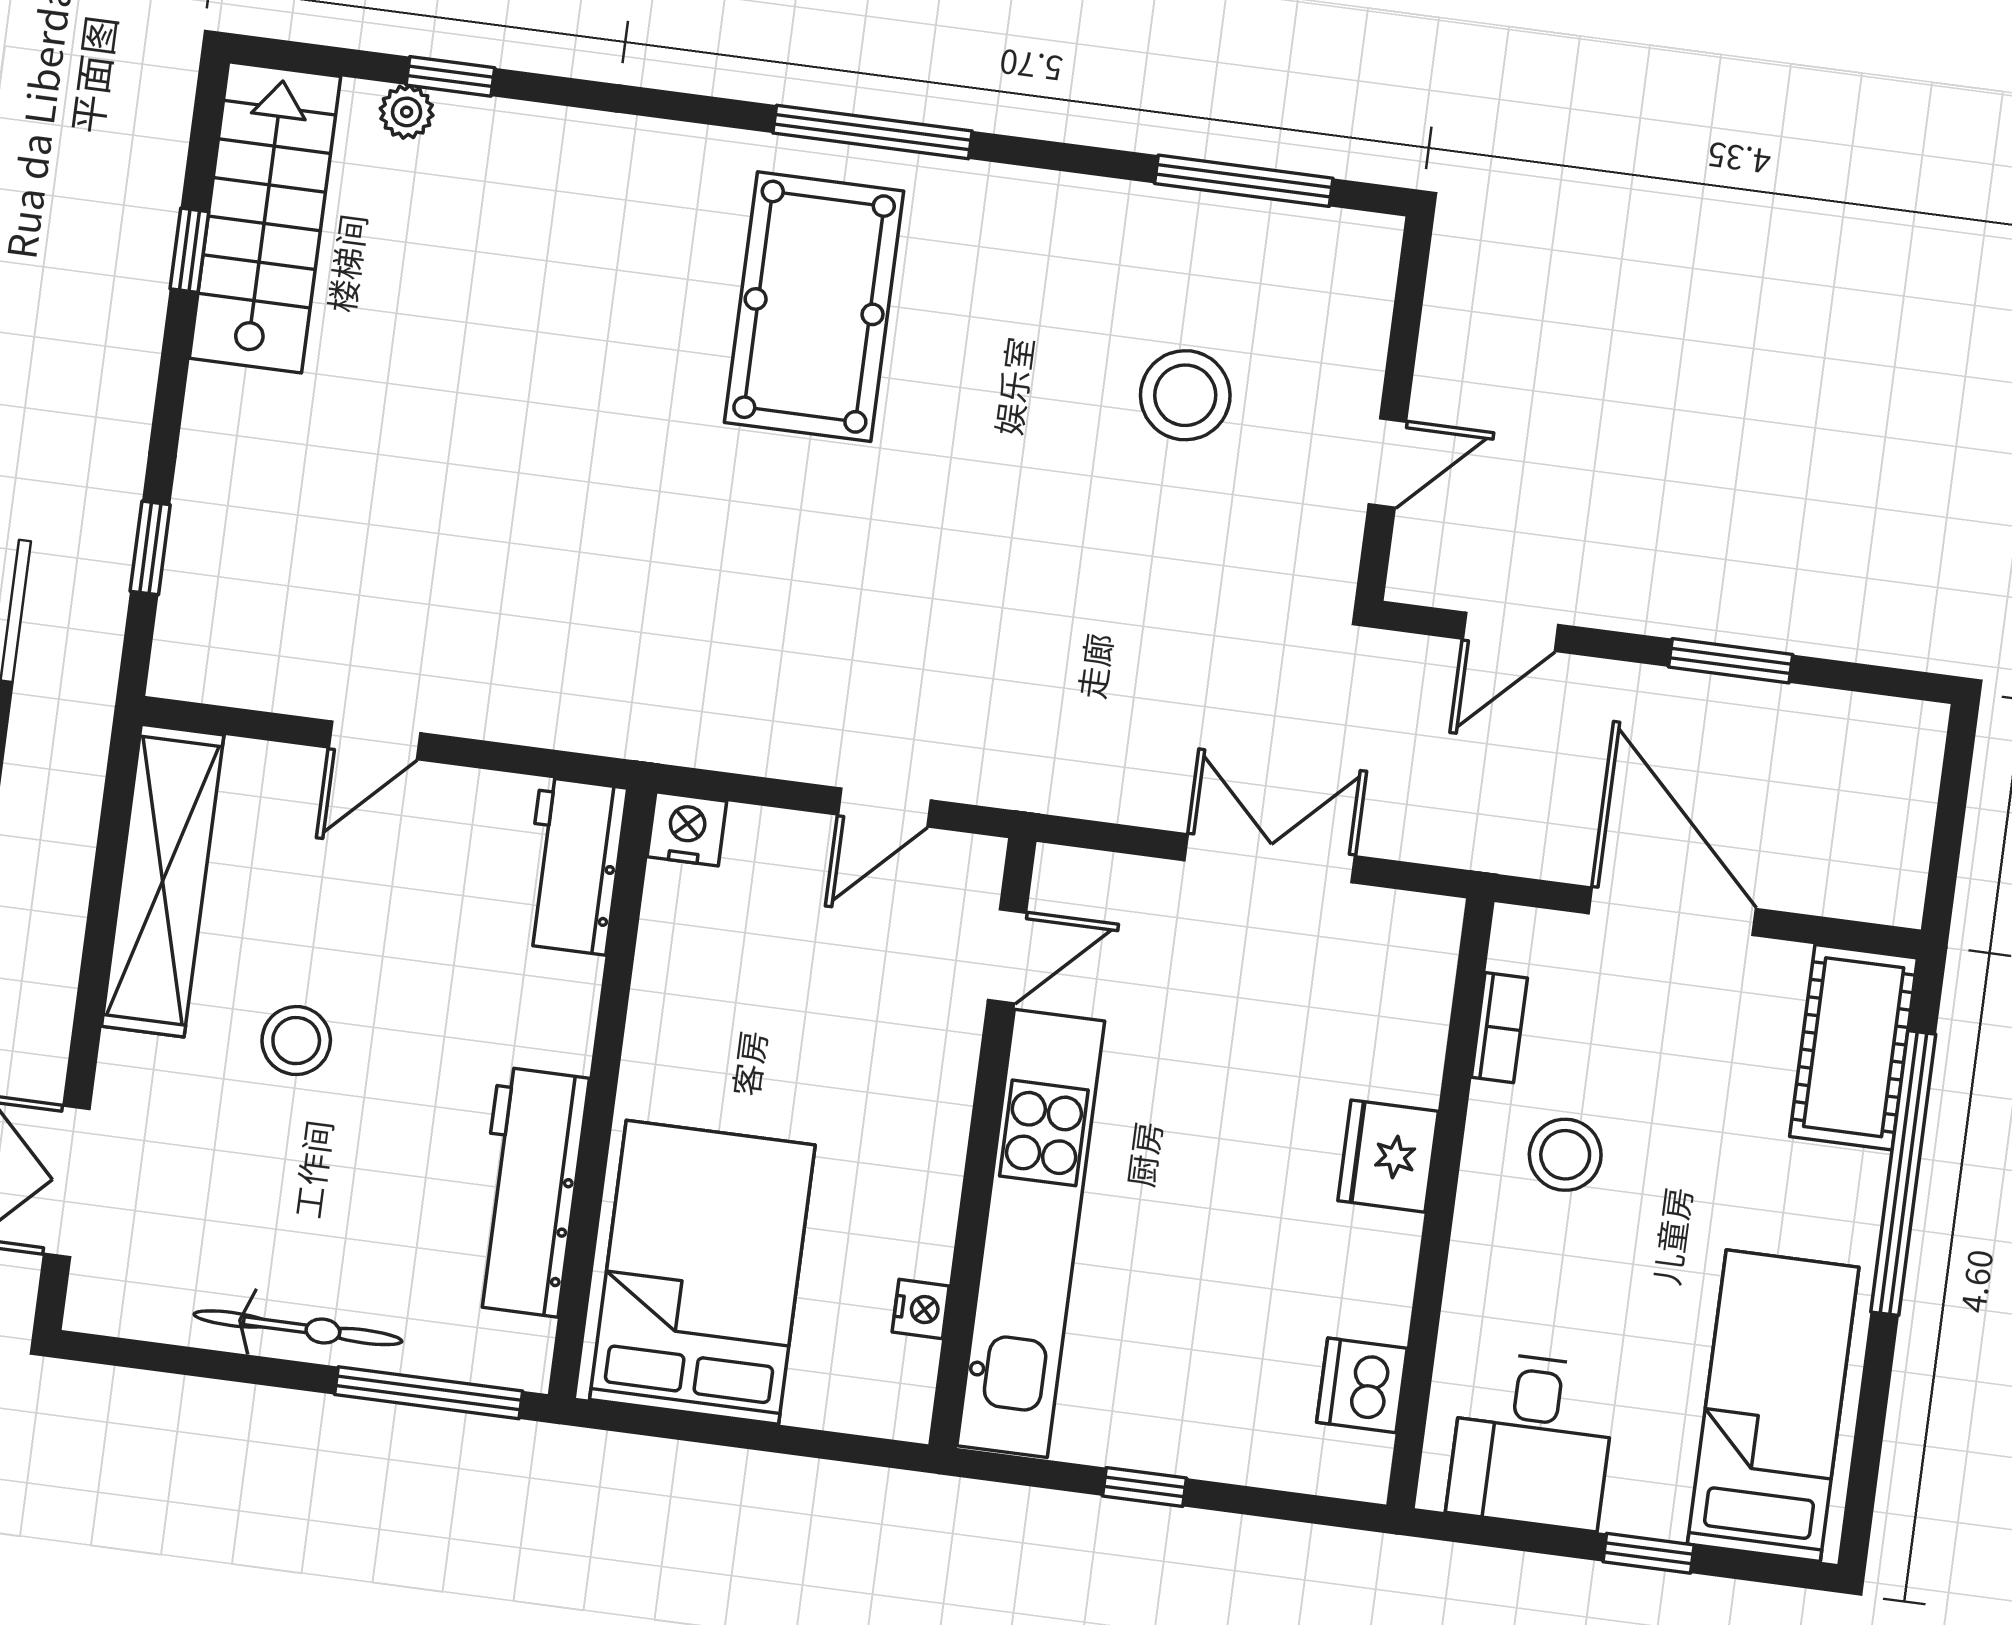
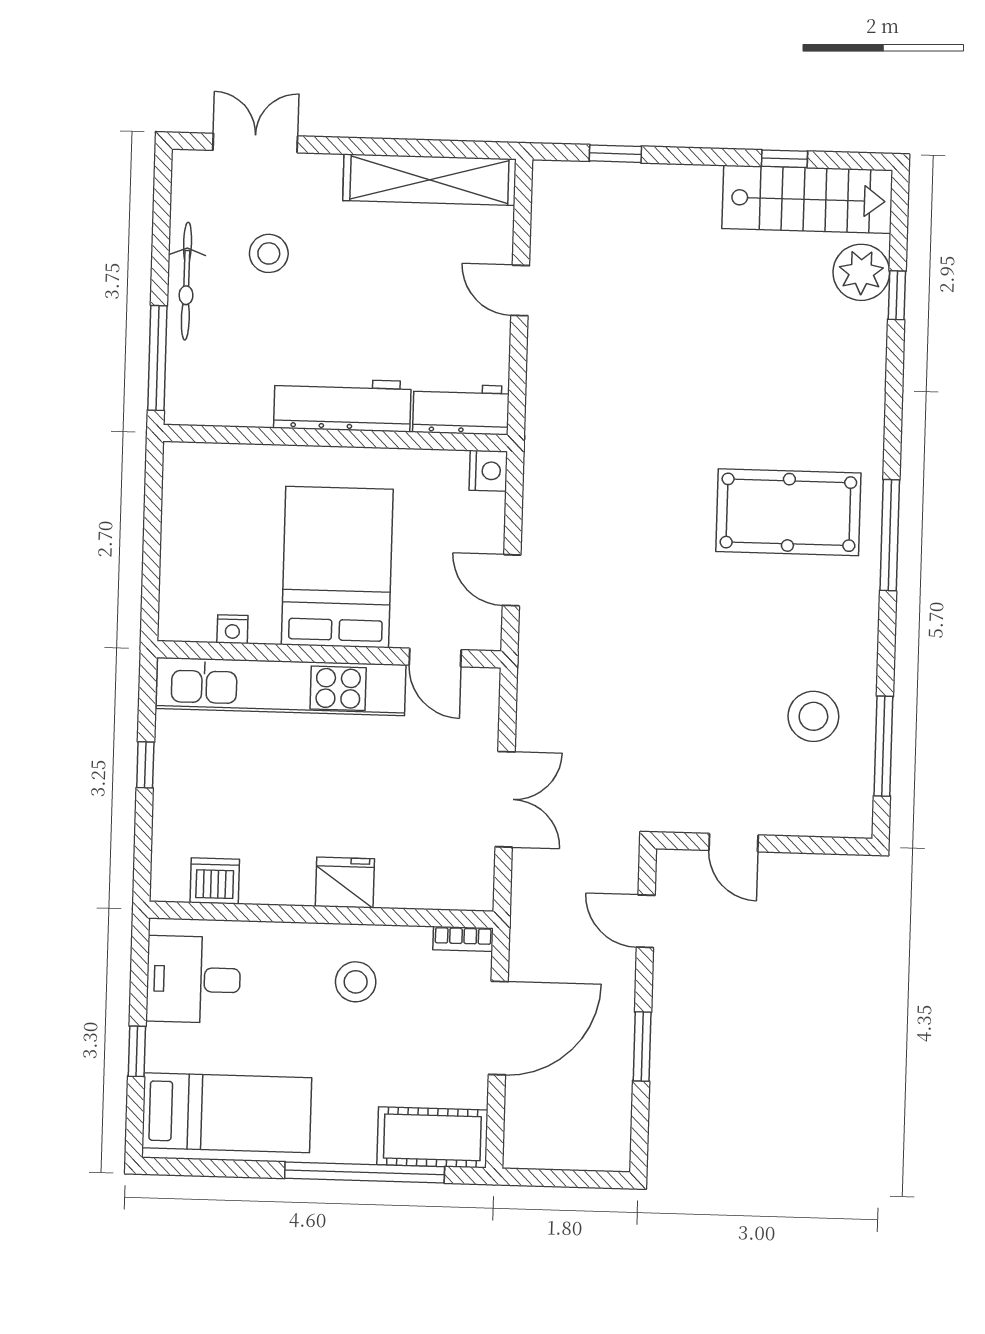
plant: (407, 112) -> (861, 272), width x1.87, depth x1.87
stool: (1185, 395) -> (813, 716), moved
bookcase: (1499, 1028) -> (463, 939), moved
stool: (296, 1041) -> (269, 253), moved
workbench: (529, 1192) -> (342, 405), moved
bed: (702, 1272) -> (337, 567), moved, turned -90

